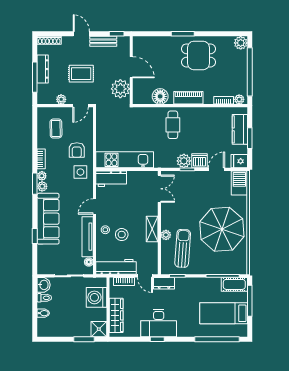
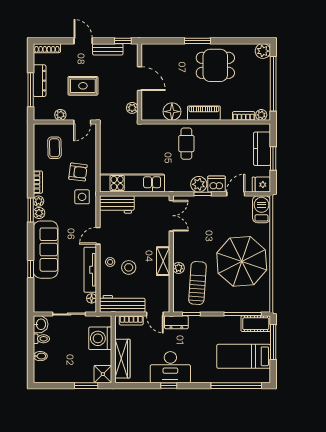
plant: (120, 89) -> (132, 108), width x0.53, depth x0.53
armchair: (77, 150) -> (78, 172), turned -83

